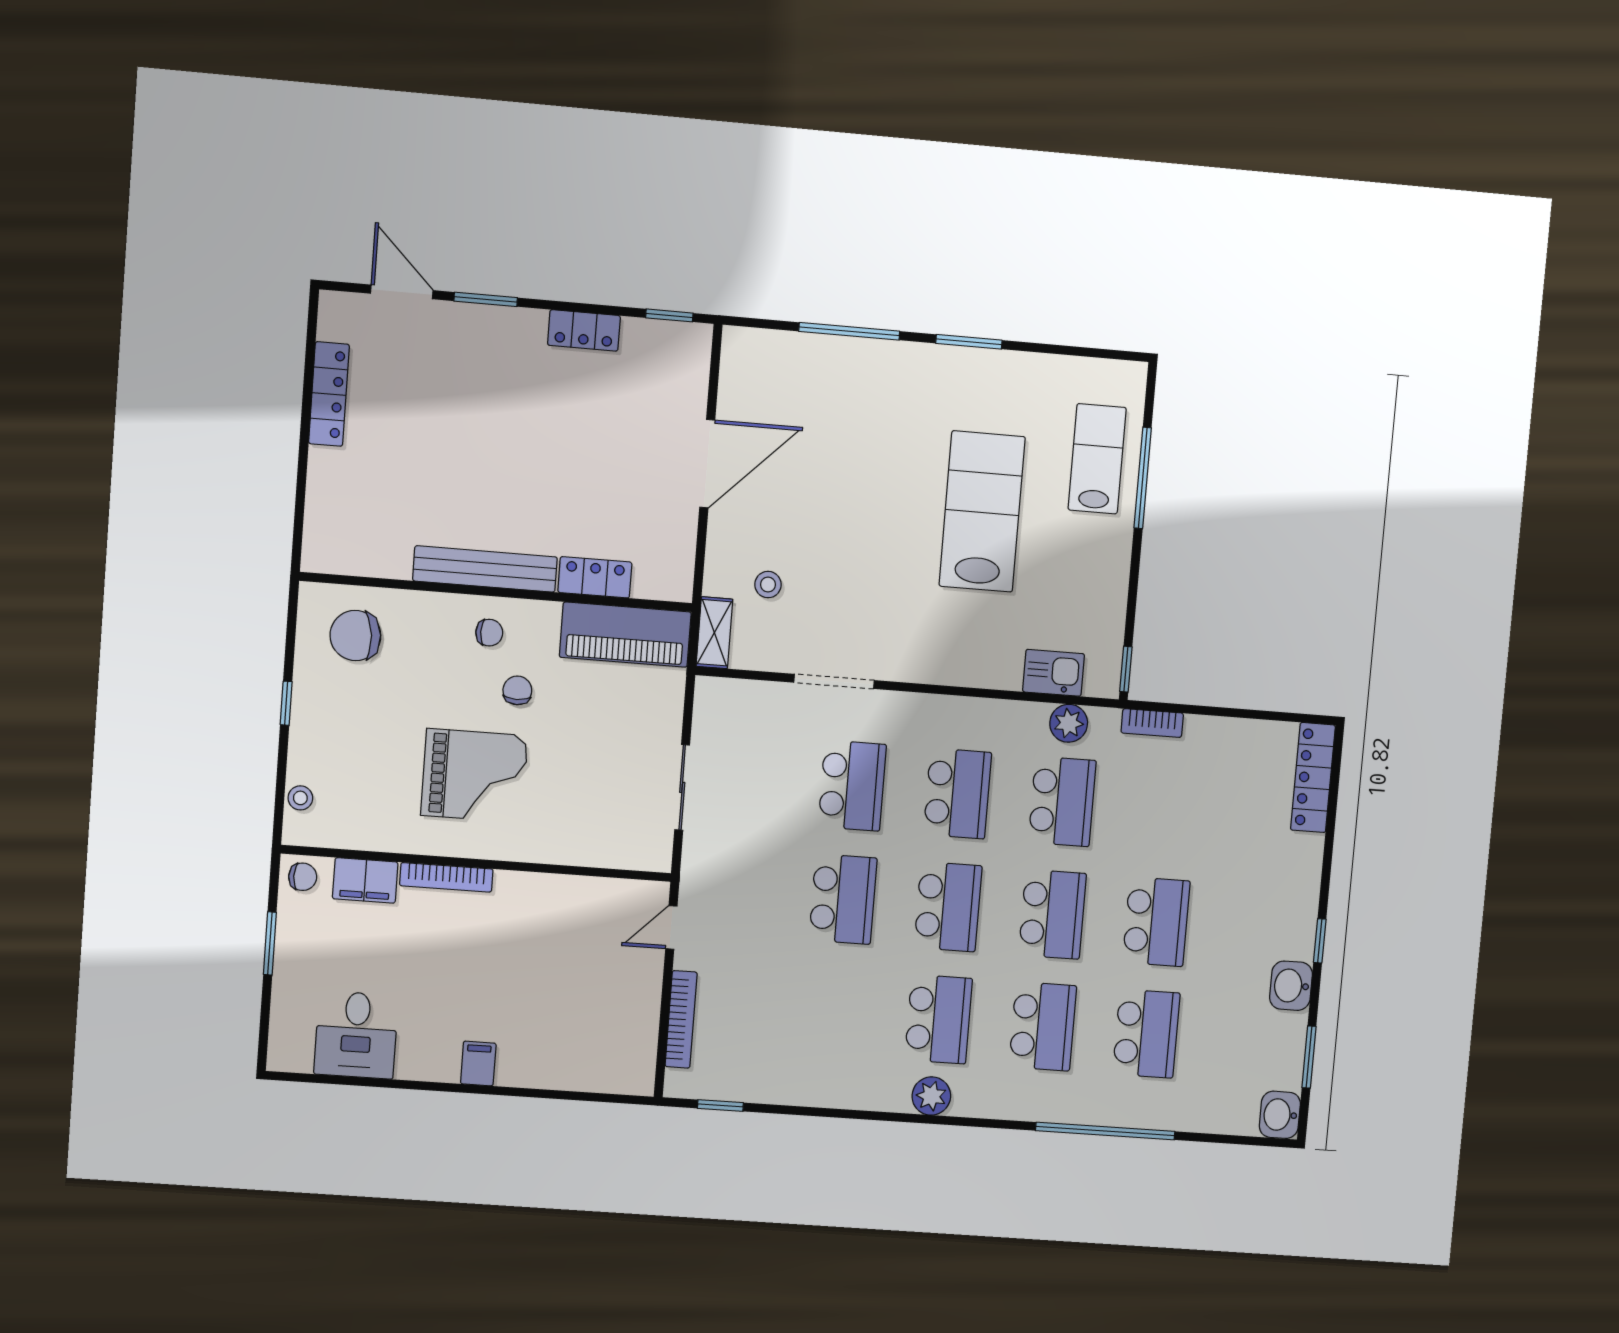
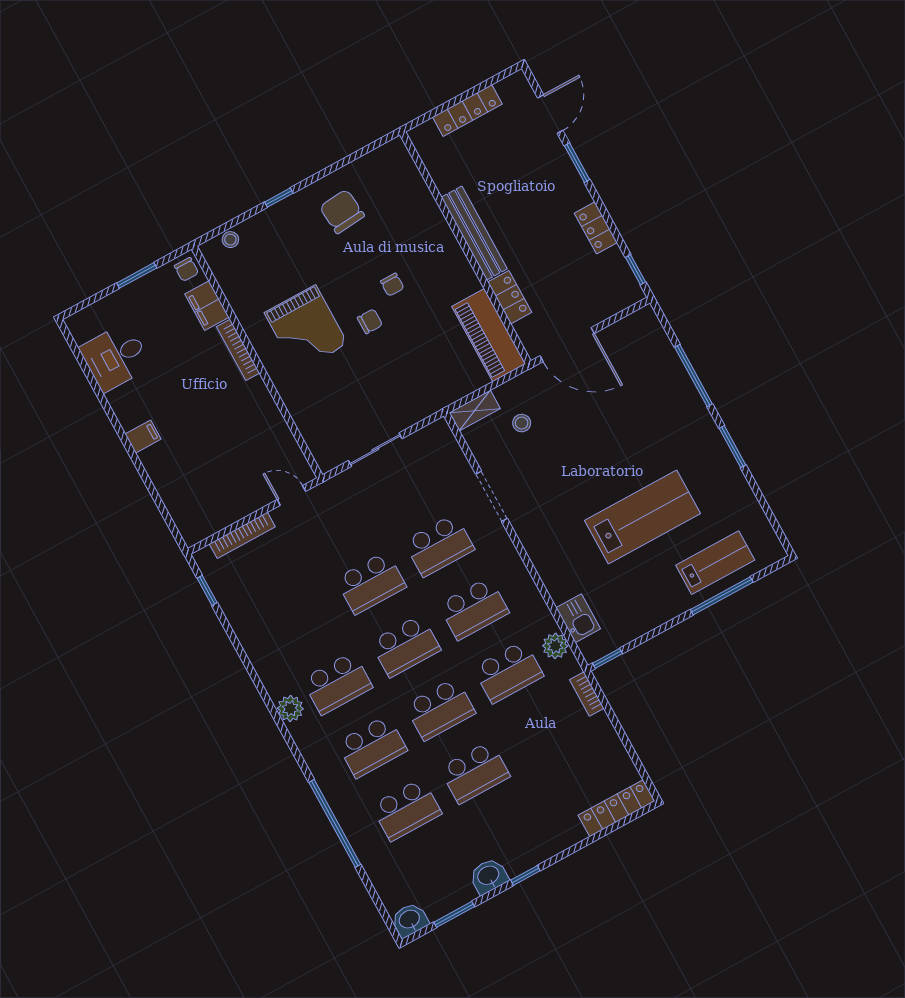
bench: (485, 569) -> (474, 233), moved
locker: (595, 577) -> (510, 297), moved
wall: (497, 592) -> (466, 248), moved
piano: (625, 635) -> (489, 335), moved

